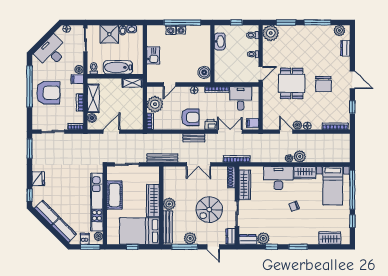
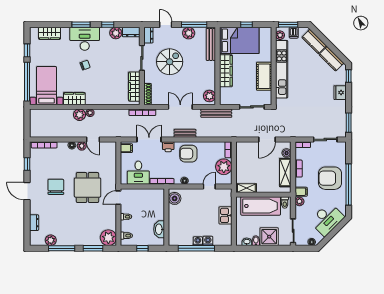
plant: (339, 30) -> (51, 240), moved
bathtub: (118, 67) -> (261, 206), width x1.36, depth x1.36
double door: (230, 132) -> (149, 139), swing flipped
desk: (278, 178) -> (85, 39), moved, turned 180
plant: (169, 204) -> (209, 96), moved

